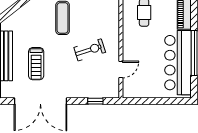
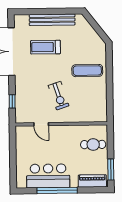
bar counter: (178, 63) -> (48, 176), width x0.73

